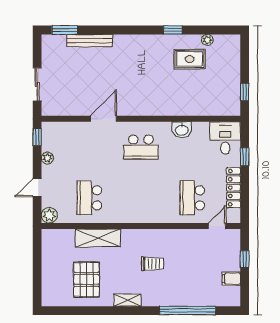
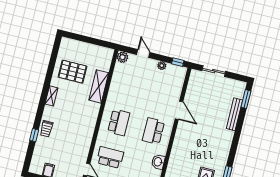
school desk: (89, 198) -> (119, 122), moved, turned 90
trolley: (152, 264) -> (46, 129), moved
window: (188, 311) -> (34, 135), width x0.32

